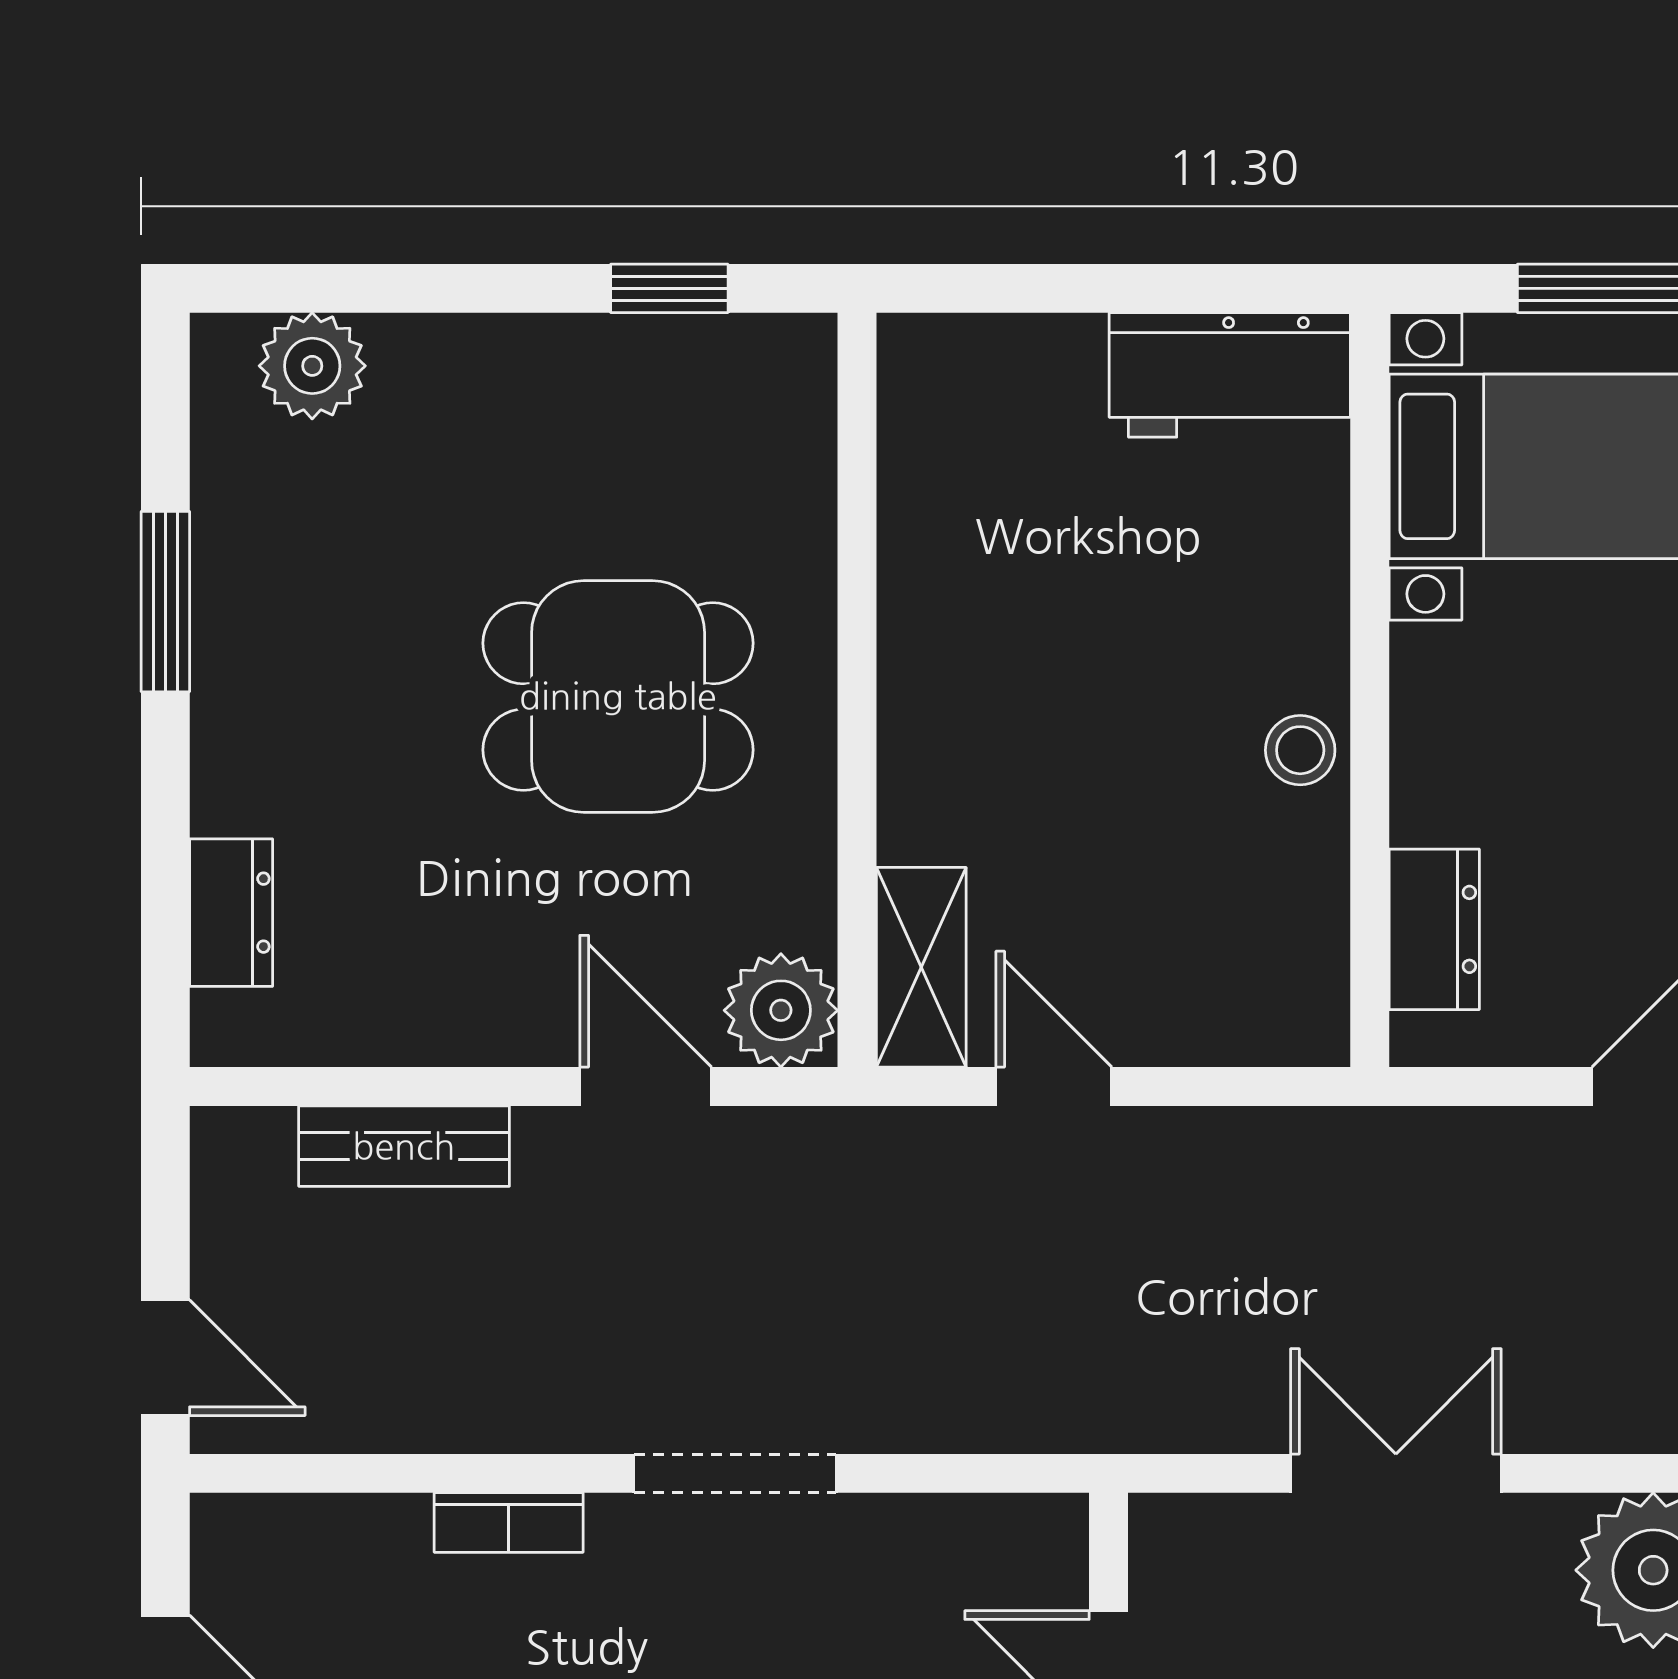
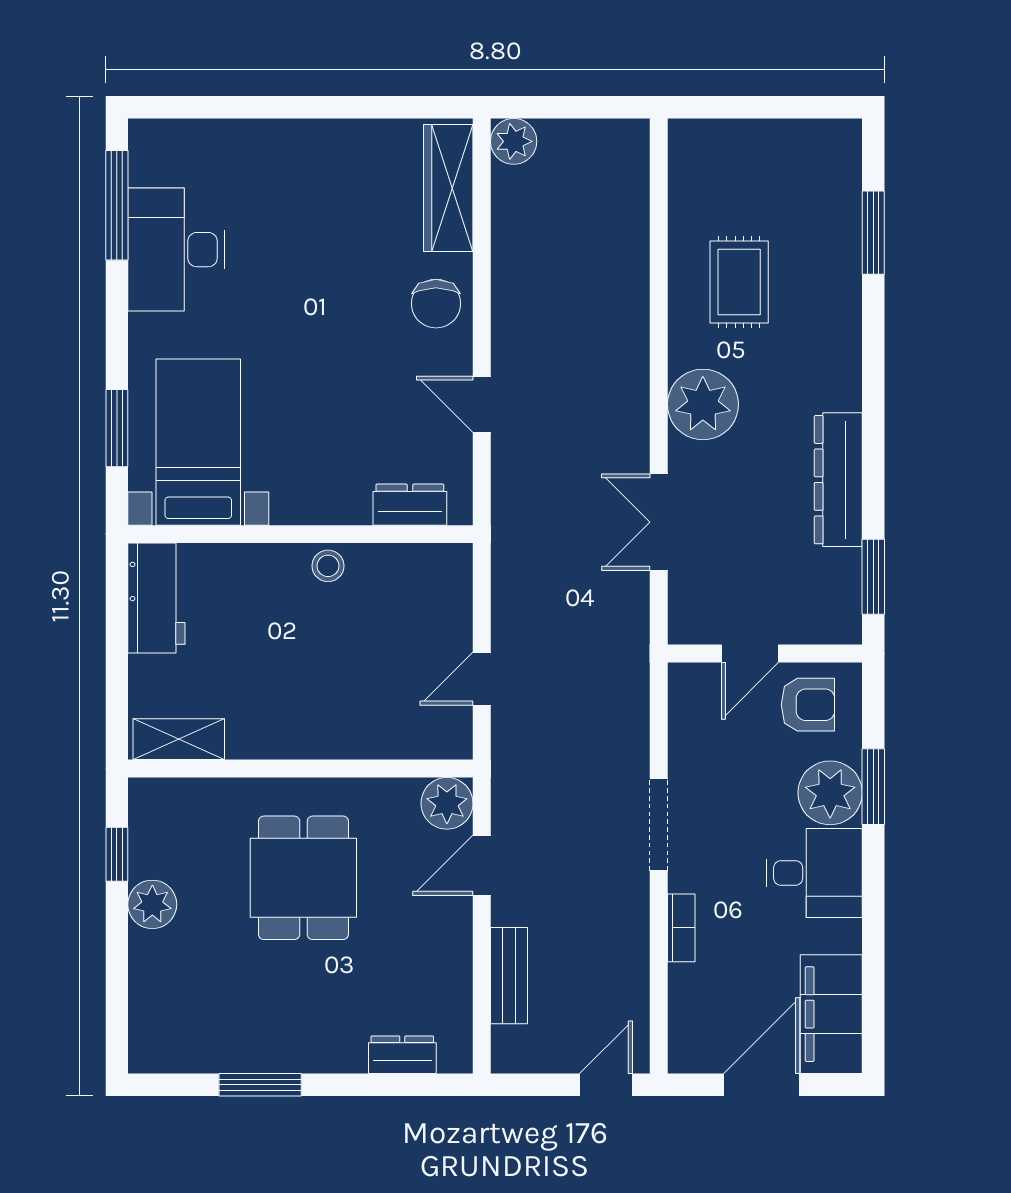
plant: (312, 366) -> (152, 904), moved
shelving: (921, 967) -> (179, 739), moved

